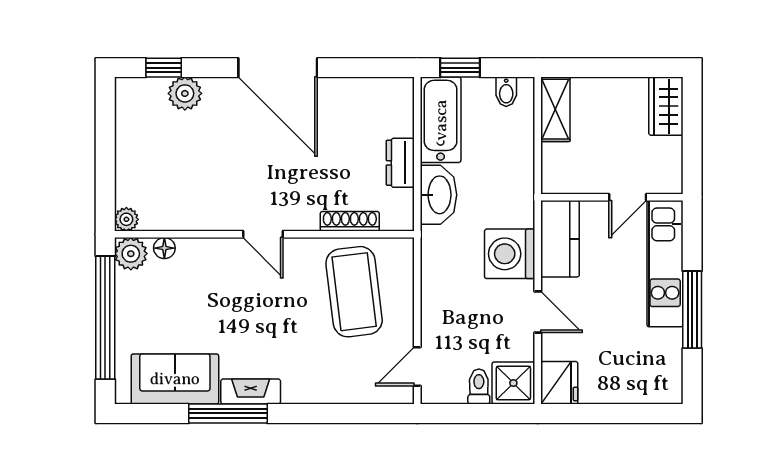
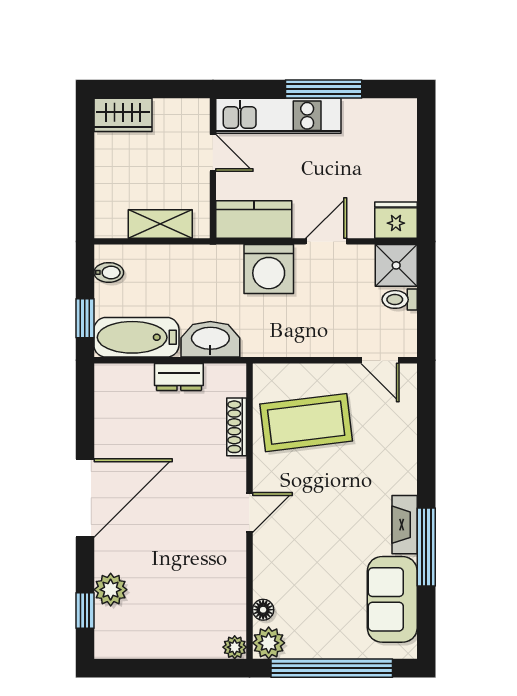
shelving: (555, 109) -> (160, 224), moved

